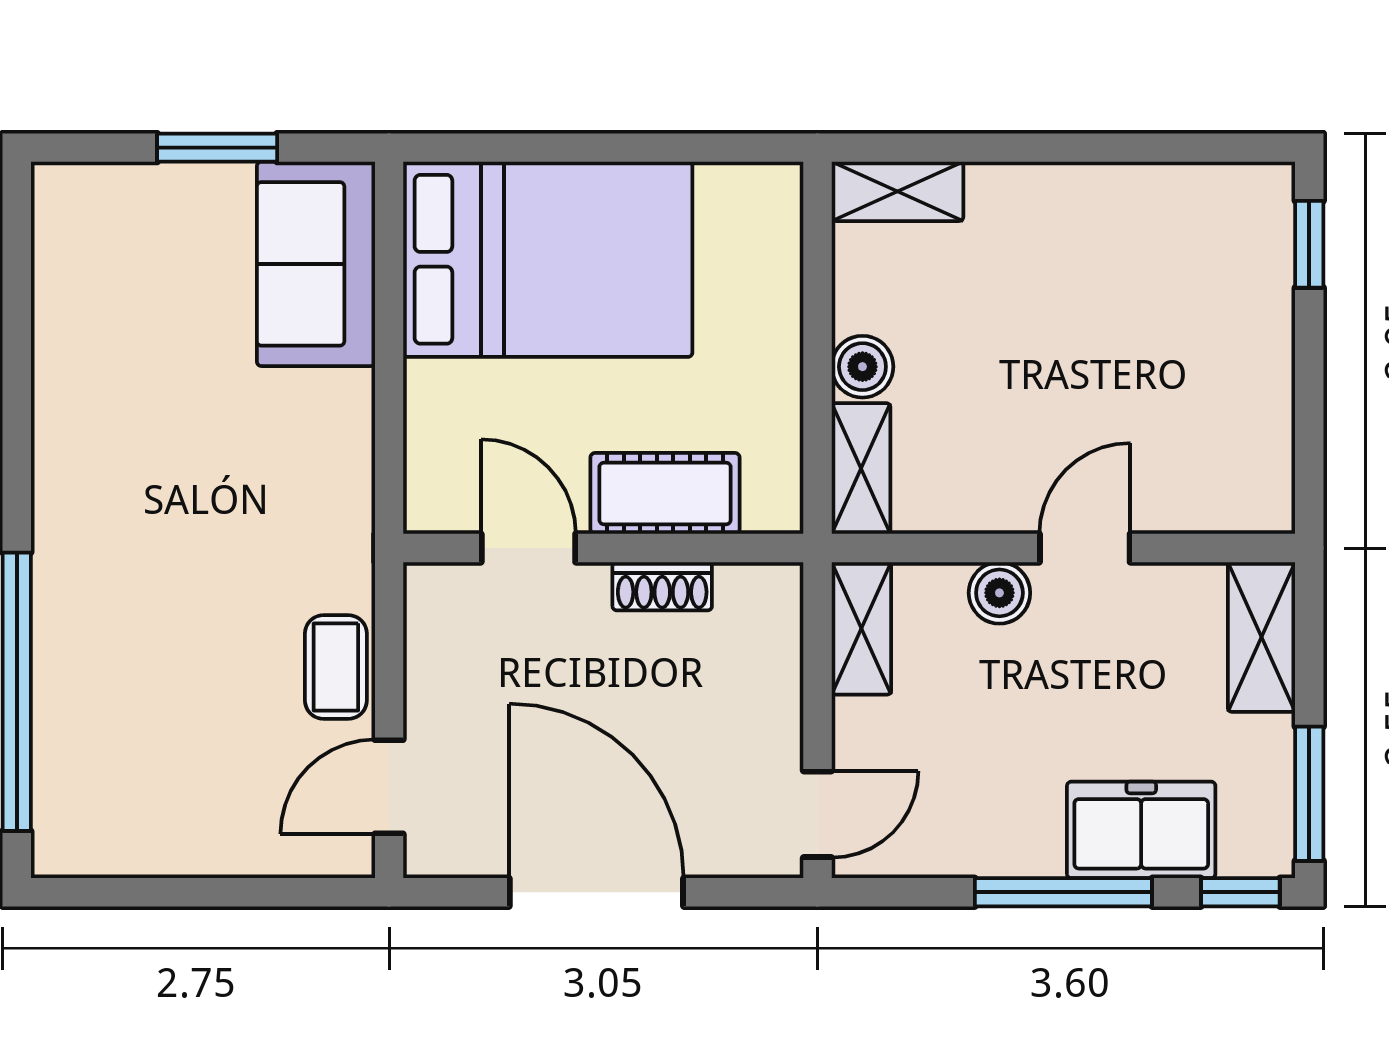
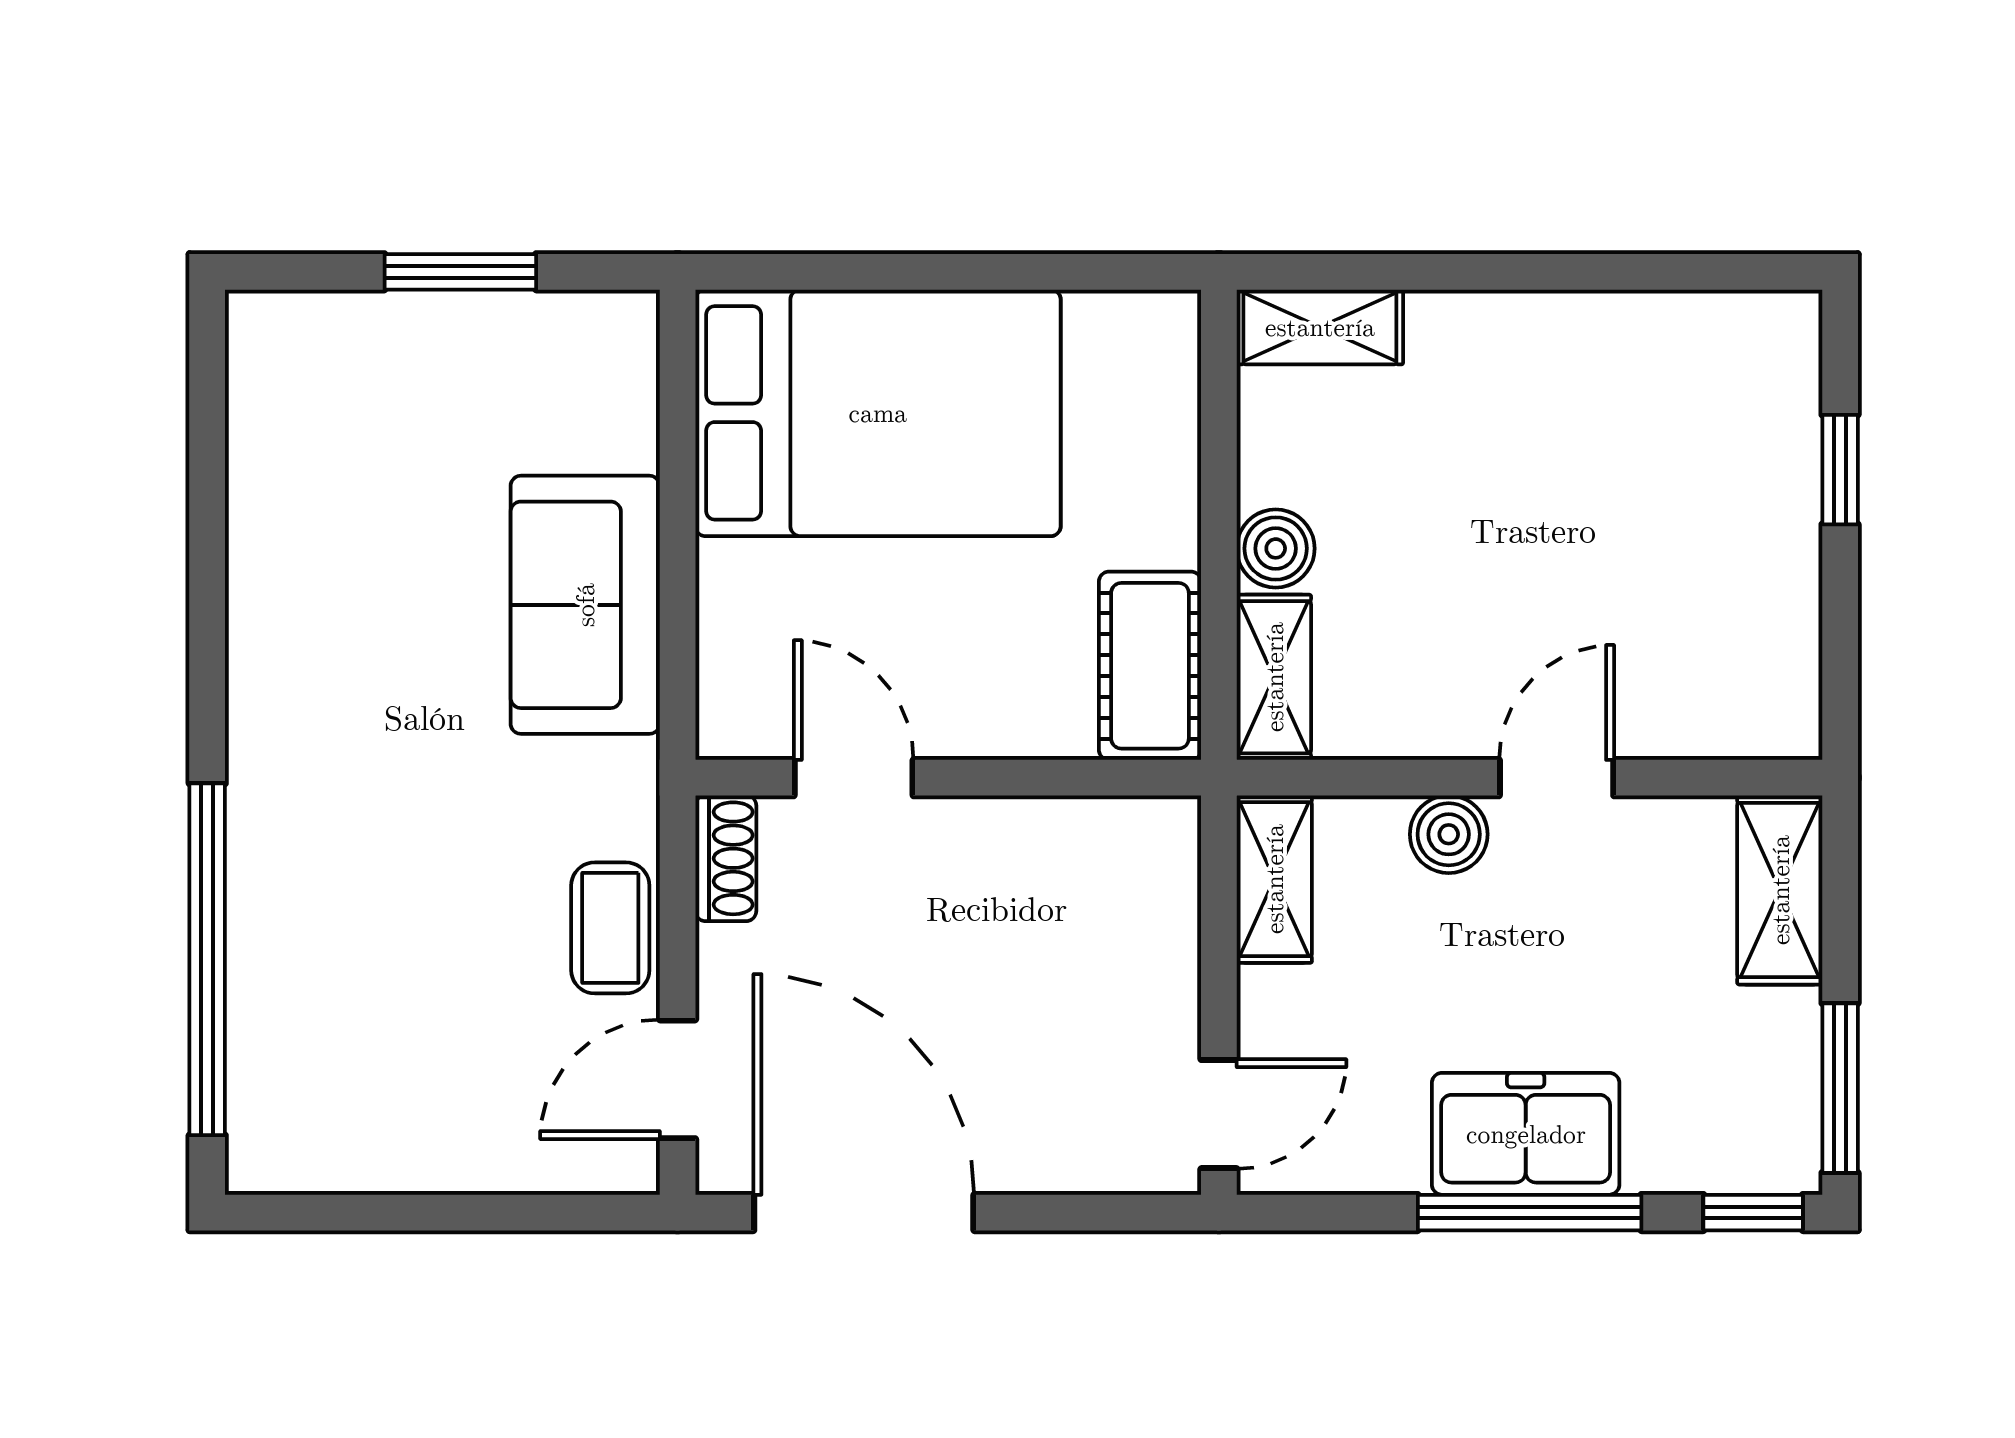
window: (1309, 244) -> (1840, 470), moved
sofa: (316, 264) -> (585, 605), moved
cot: (665, 493) -> (1150, 666), moved, turned 90
shoe rack: (662, 586) -> (726, 858), moved, turned -90
freezer: (1141, 830) -> (1526, 1134), moved
door: (596, 892) -> (864, 1213), moved

